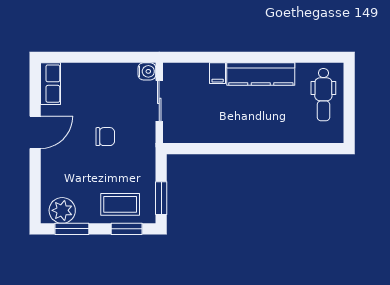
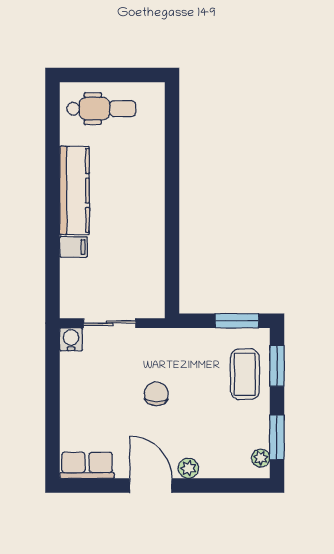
plant: (48, 161) -> (188, 468), added
plant: (62, 210) -> (261, 458), width x0.53, depth x0.53

